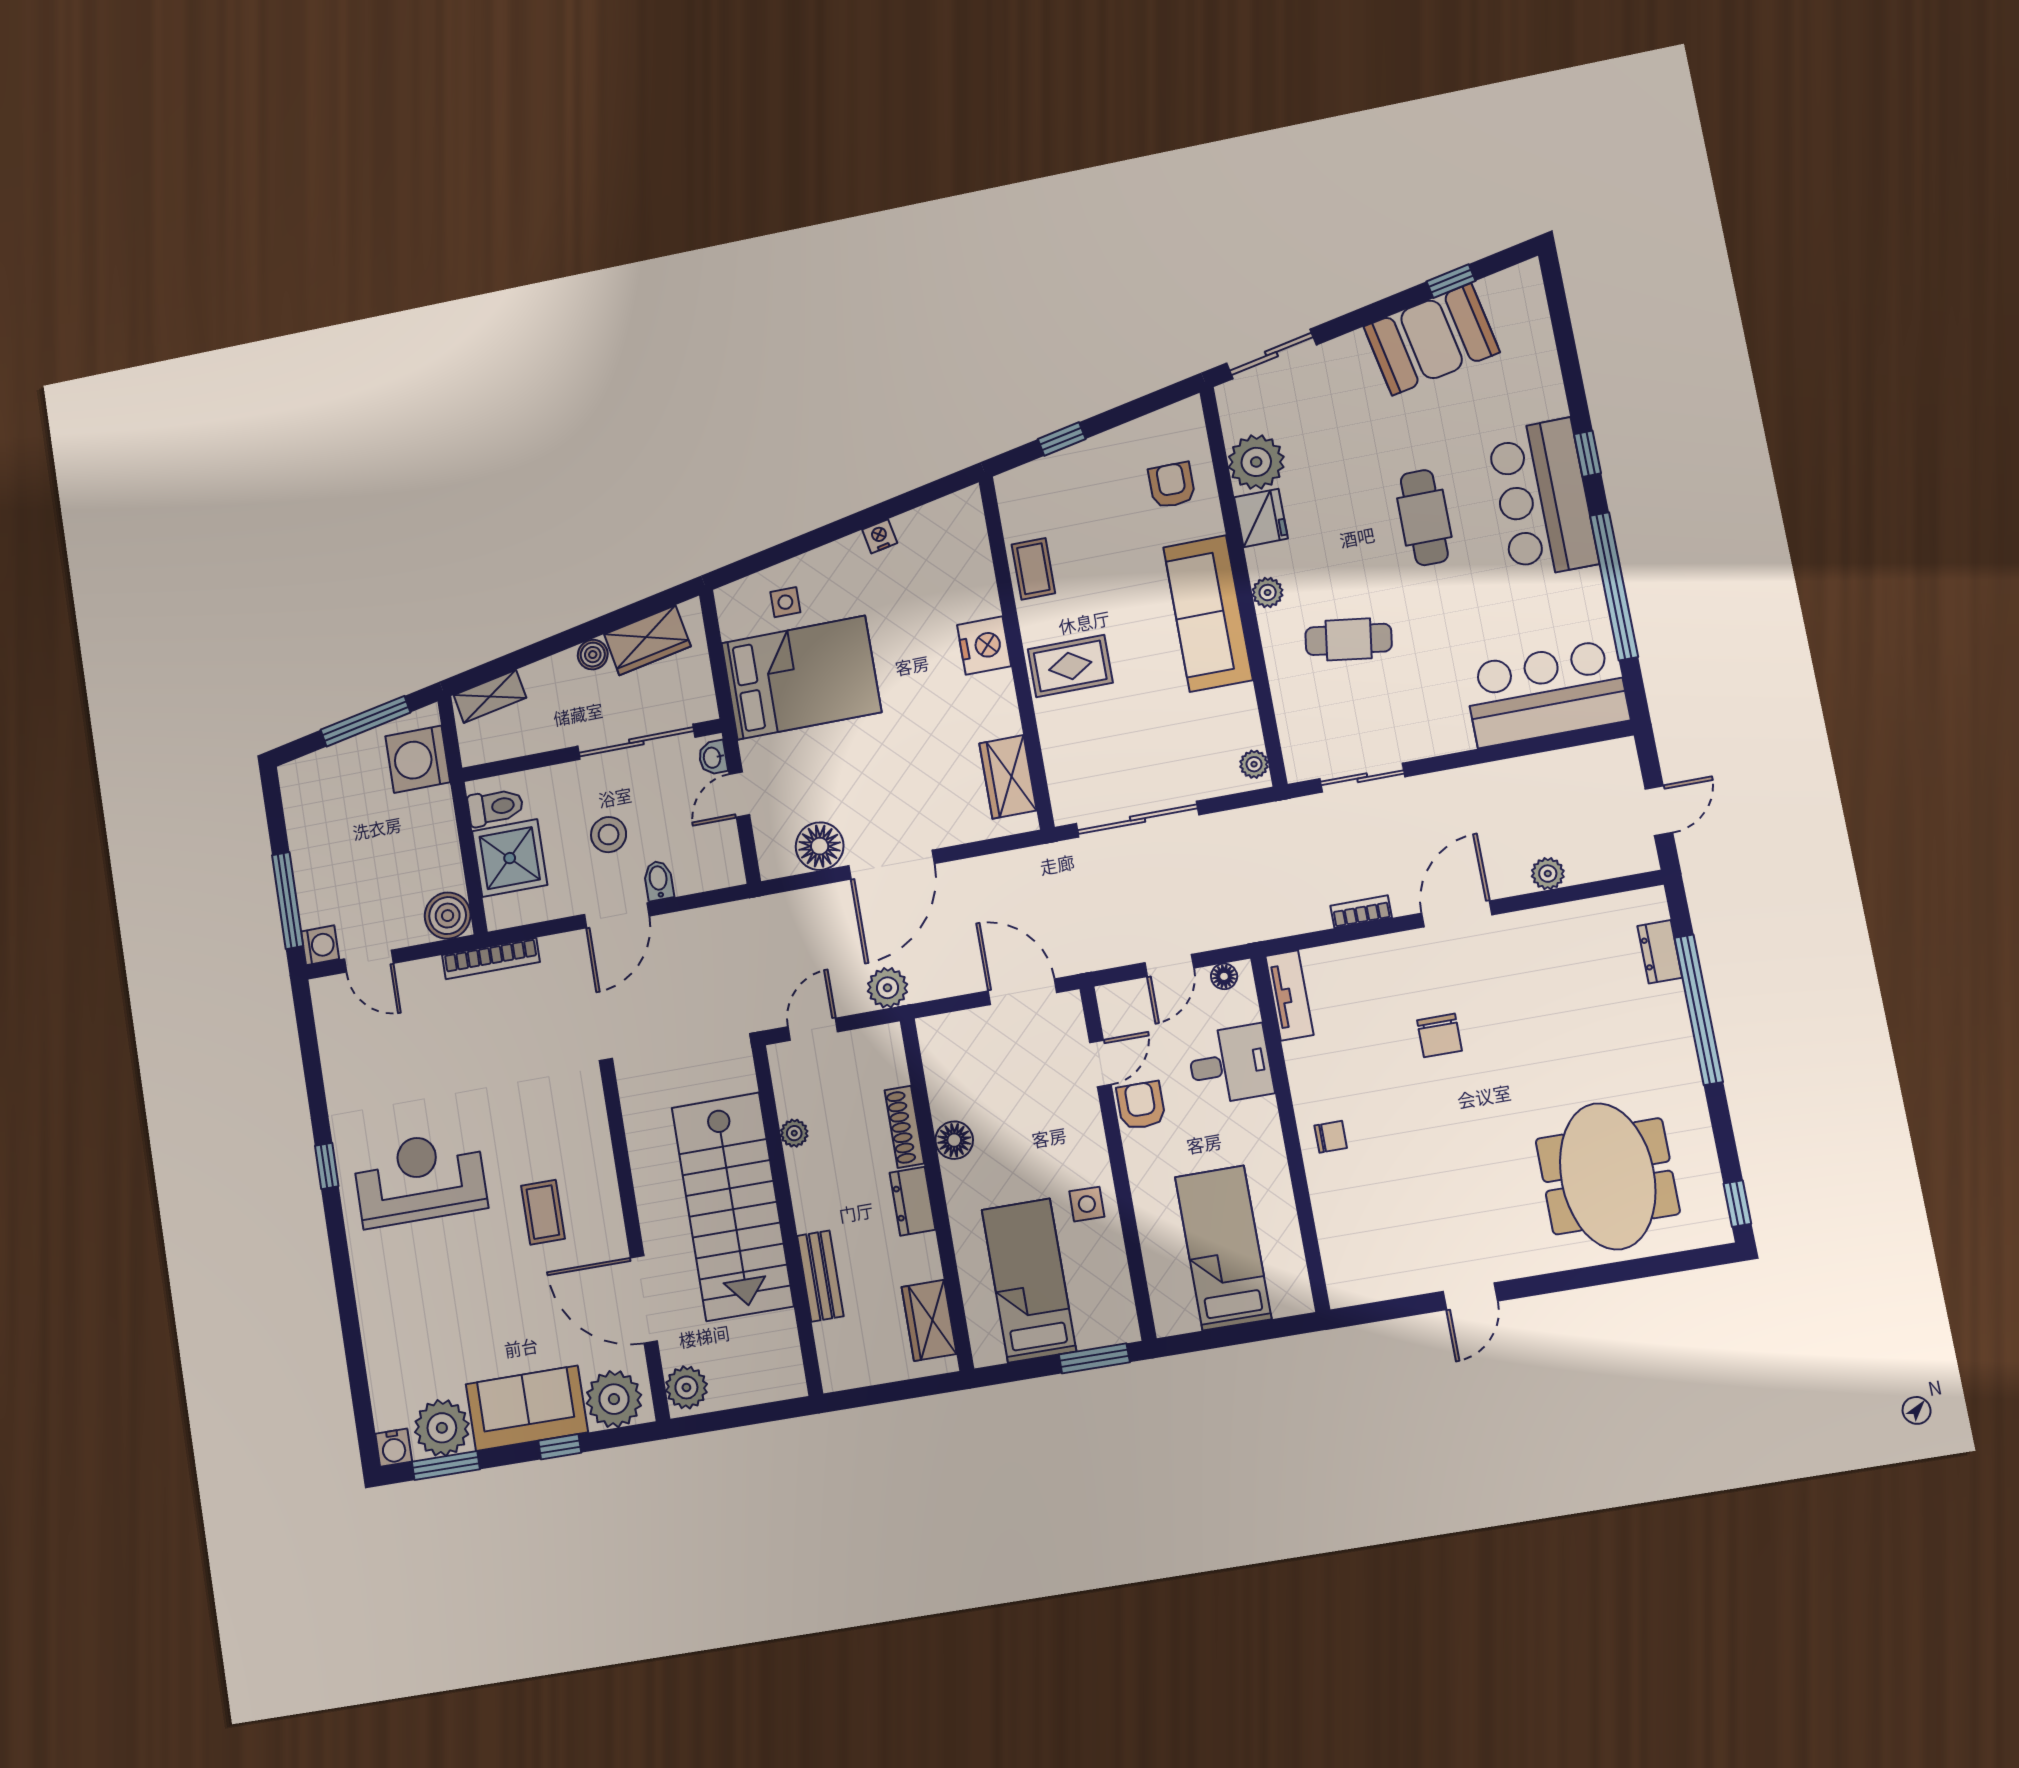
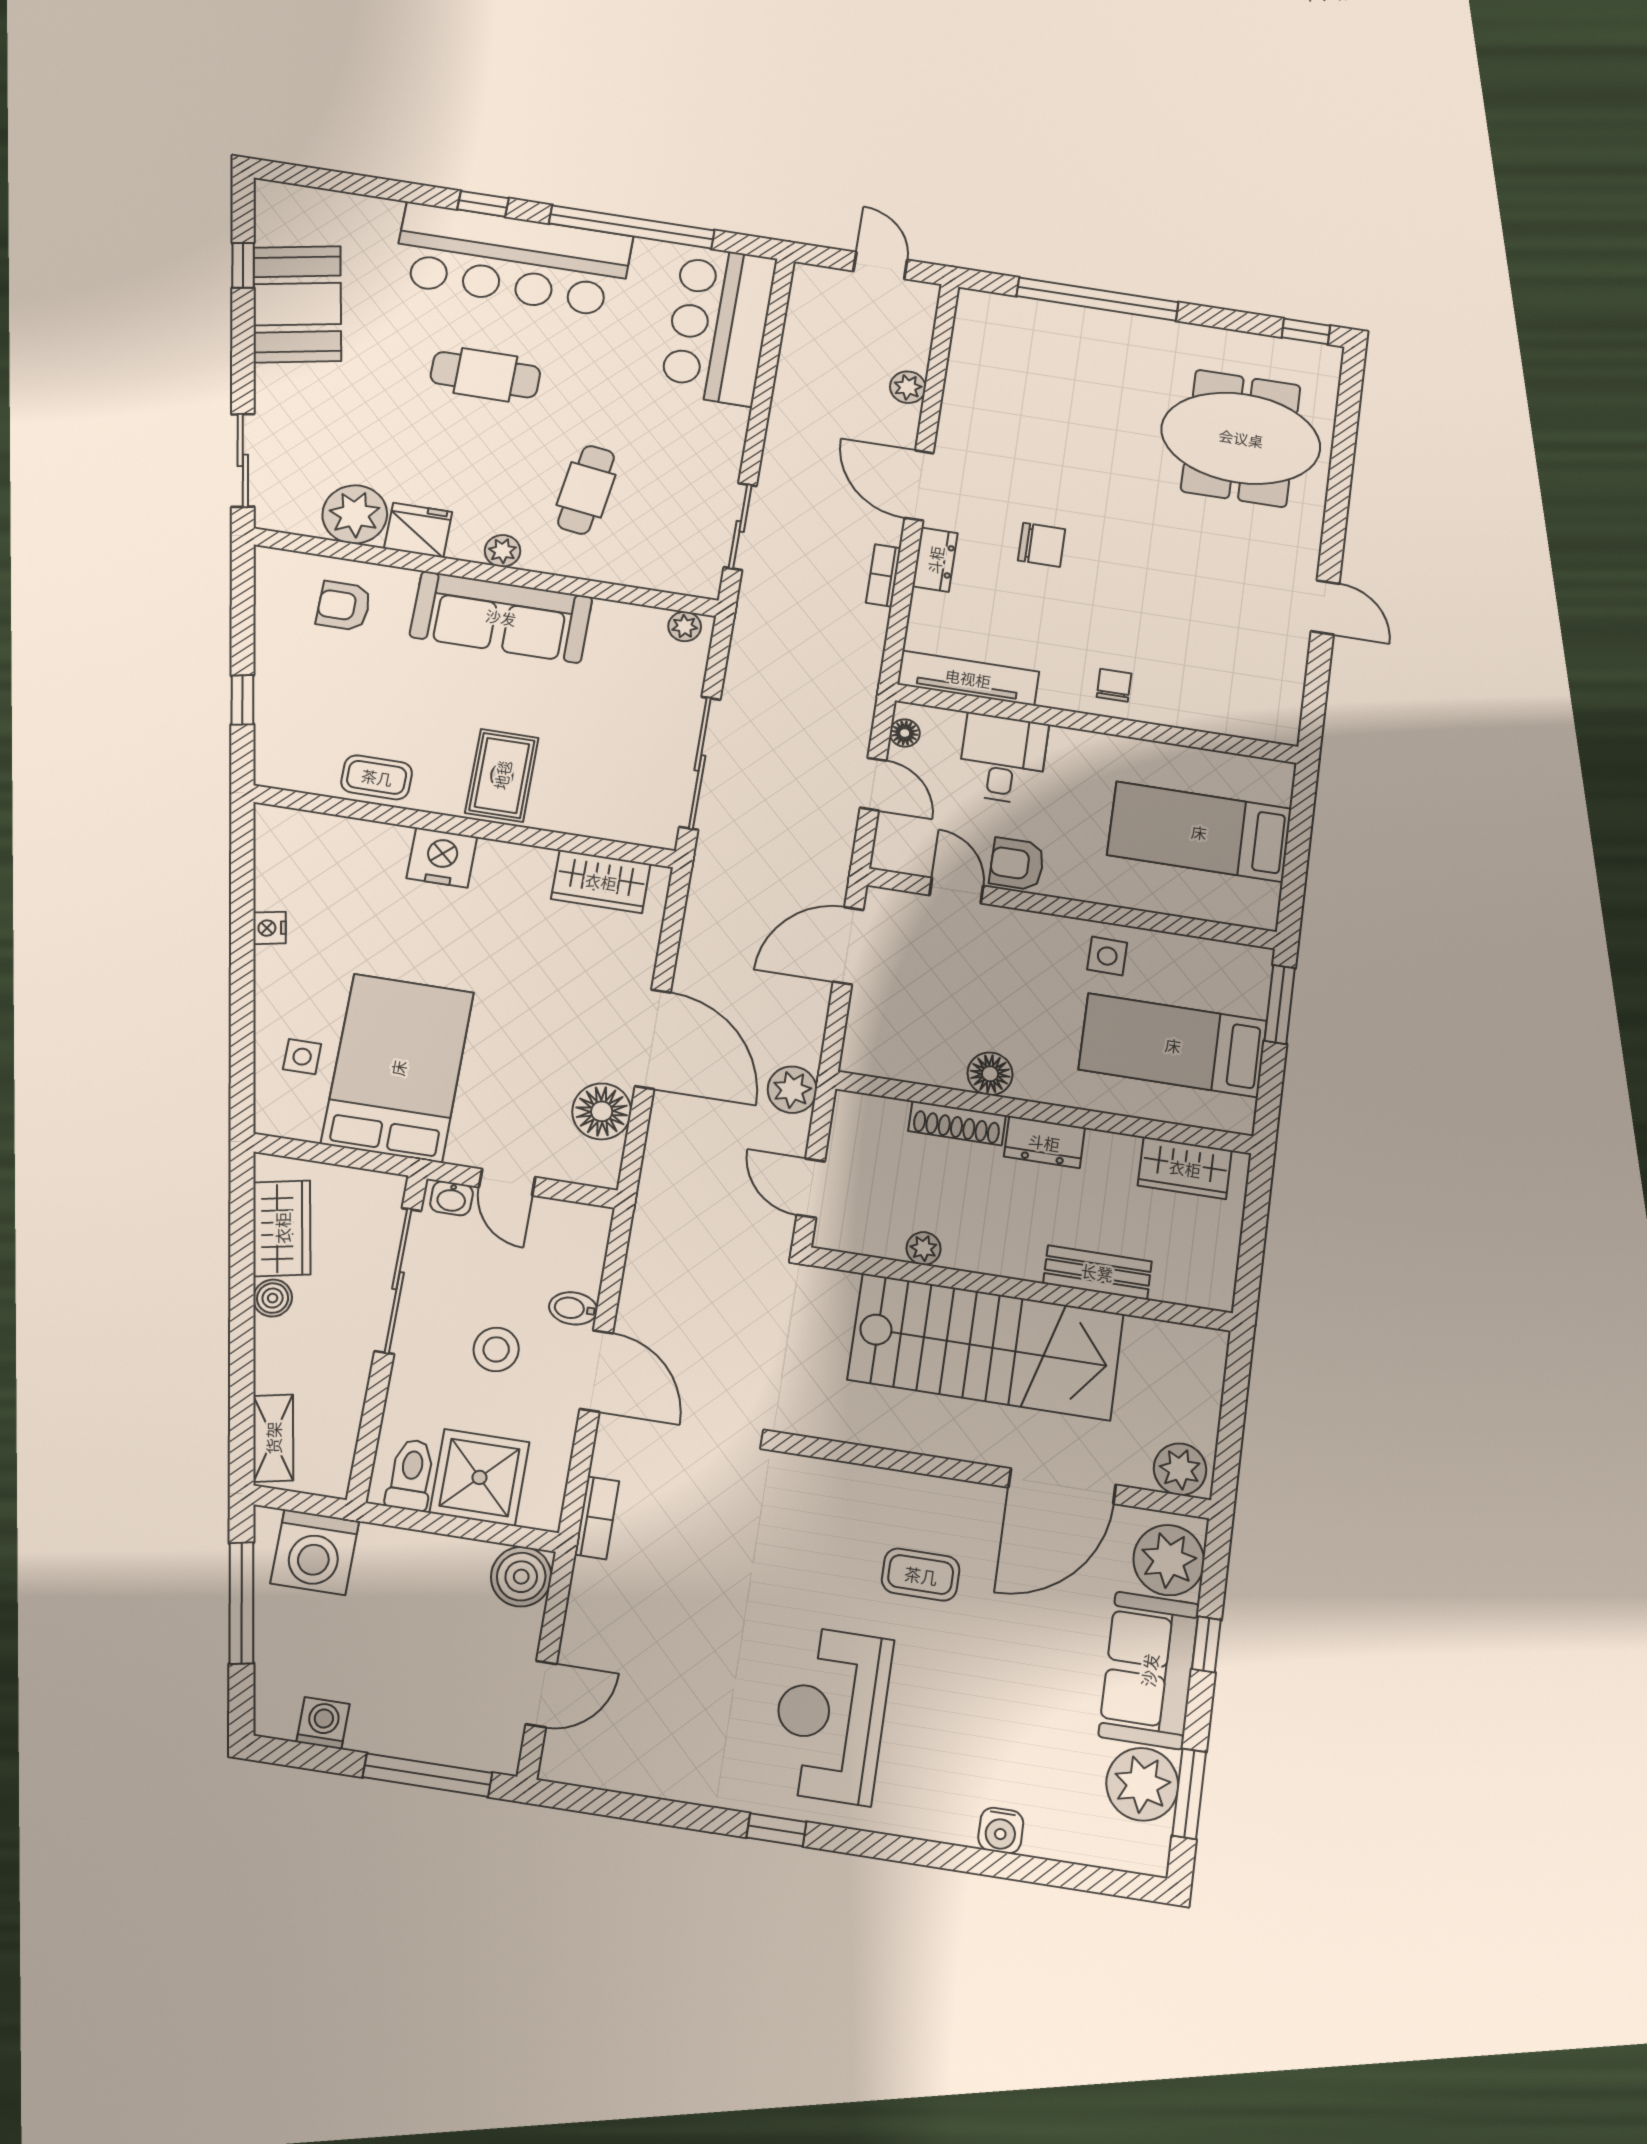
bar counter: (1543, 498) -> (512, 260), width x1.36
washing machine: (320, 945) -> (323, 1723), moved
dresser: (1660, 952) -> (935, 560), moved, turned -90
bookcase: (491, 959) -> (597, 1518), width x0.64
tv unit: (1289, 995) -> (968, 678), width x1.41
water cooler: (394, 1448) -> (1001, 1831), moved, turned 90

